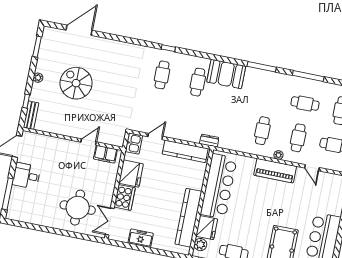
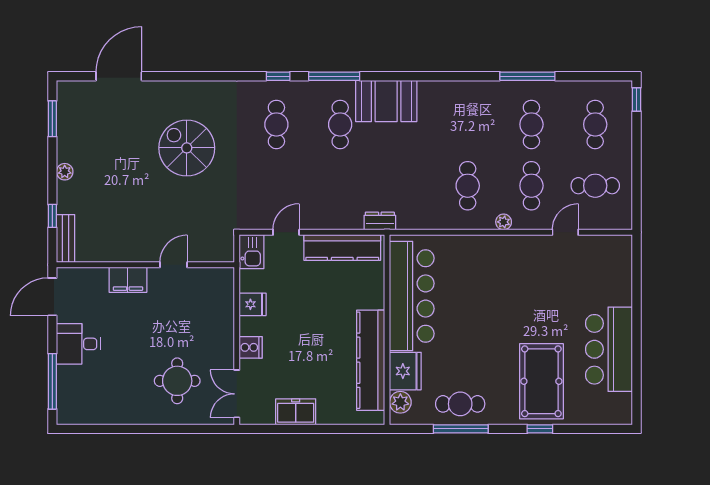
window: (262, 67) -> (334, 76), moved
spiral stairs: (76, 83) -> (187, 148), moved
cafe table: (305, 103) -> (531, 124), turned 90
filing cabinet: (105, 154) -> (128, 280), moved
door: (312, 168) -> (565, 232), swing flipped
piano: (275, 171) -> (503, 250), removed
fridge: (131, 174) -> (253, 304), width x0.53, depth x0.75
cooker: (125, 197) -> (251, 347), width x0.53, depth x0.76
round table: (78, 208) -> (177, 381), width x0.73, depth x0.73

